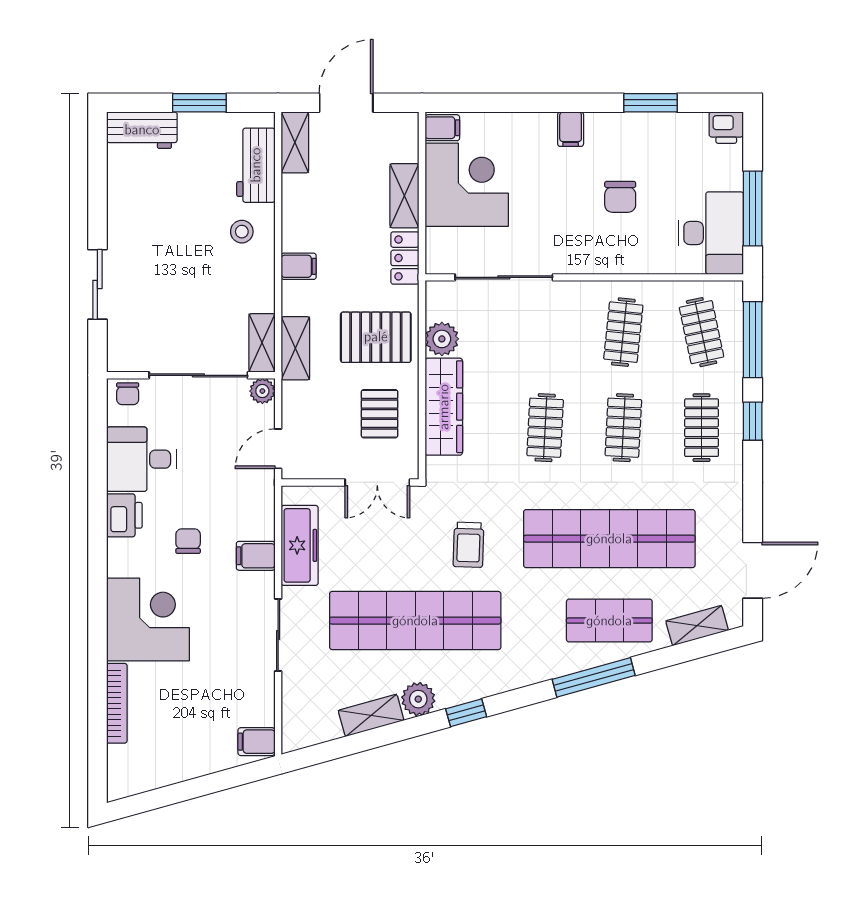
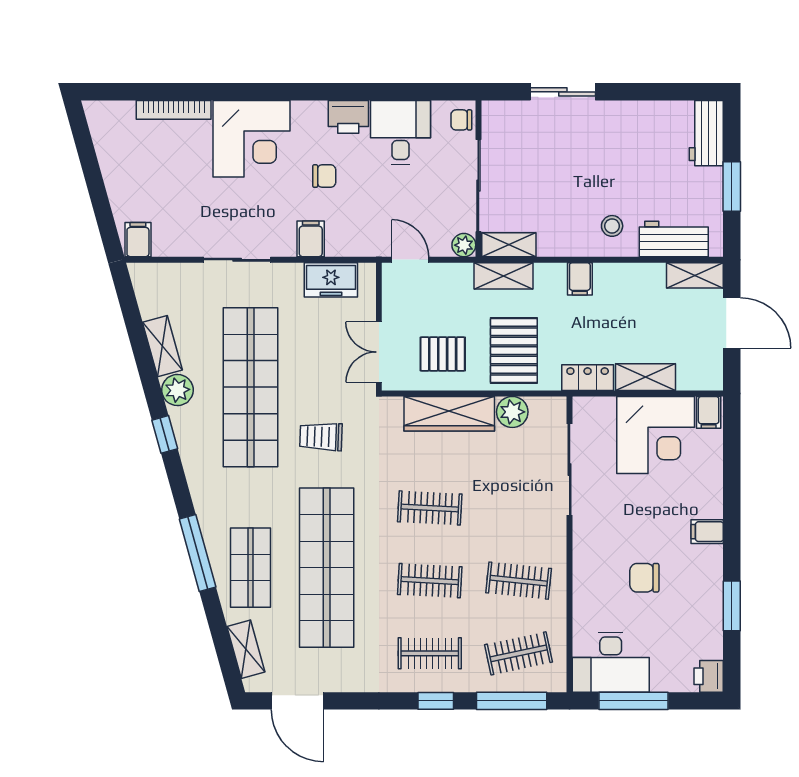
freezer: (300, 545) -> (331, 280), width x0.71

